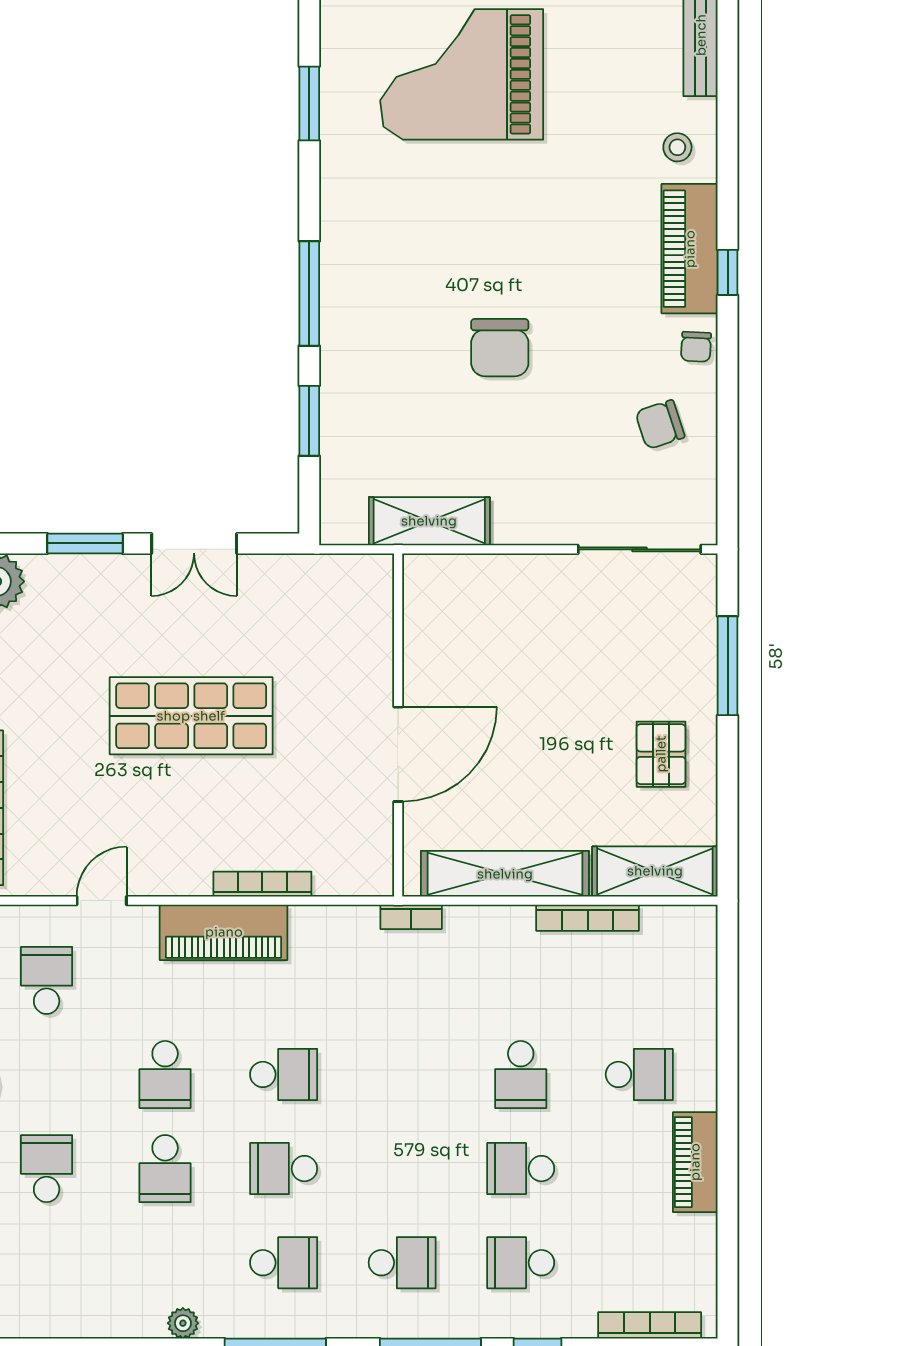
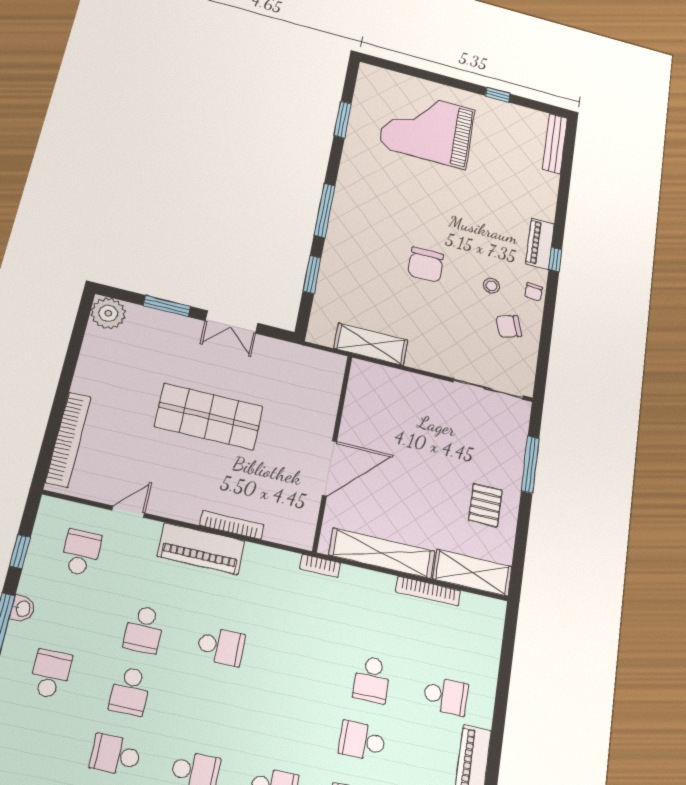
stool: (677, 147) -> (491, 286), moved
piano: (690, 249) -> (540, 244), width x0.73, depth x0.75
school desk: (284, 1169) -> (116, 755), moved

